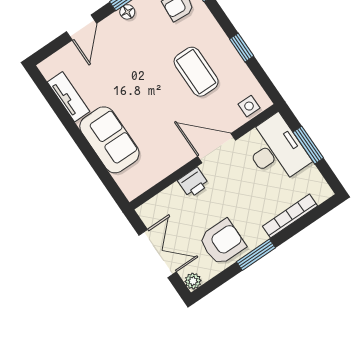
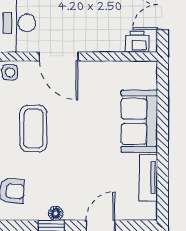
printer: (193, 183) -> (137, 42), moved

